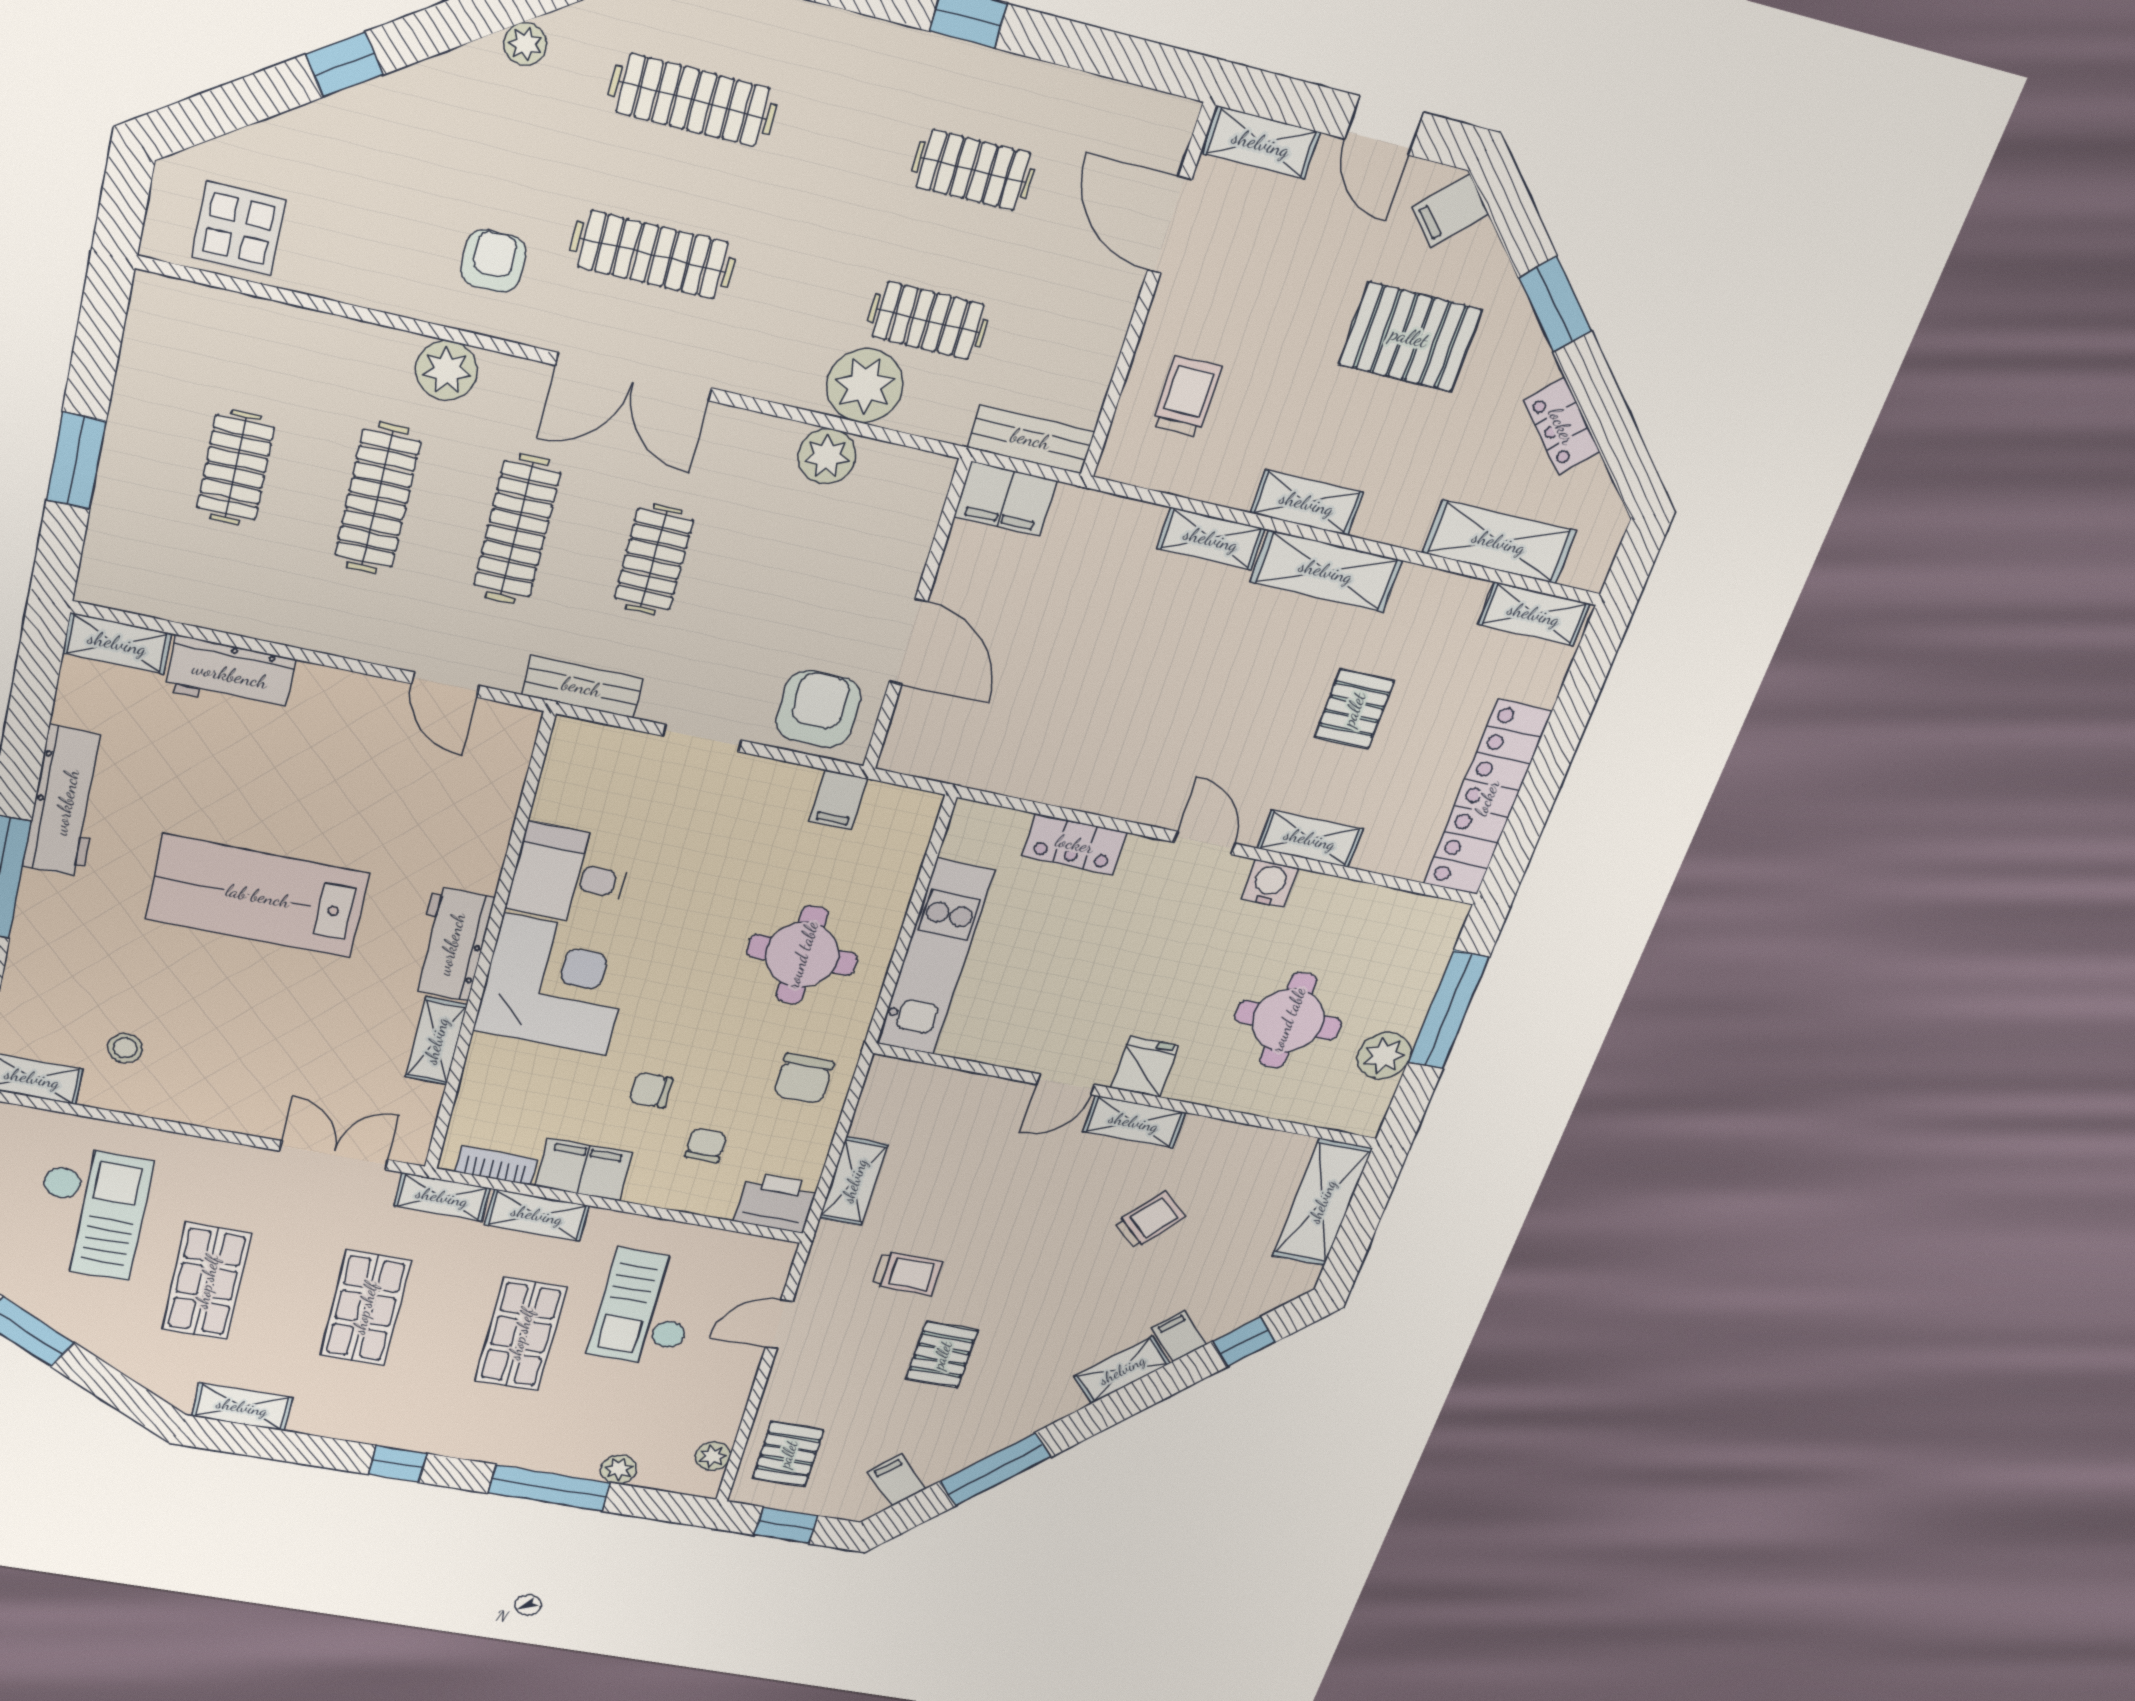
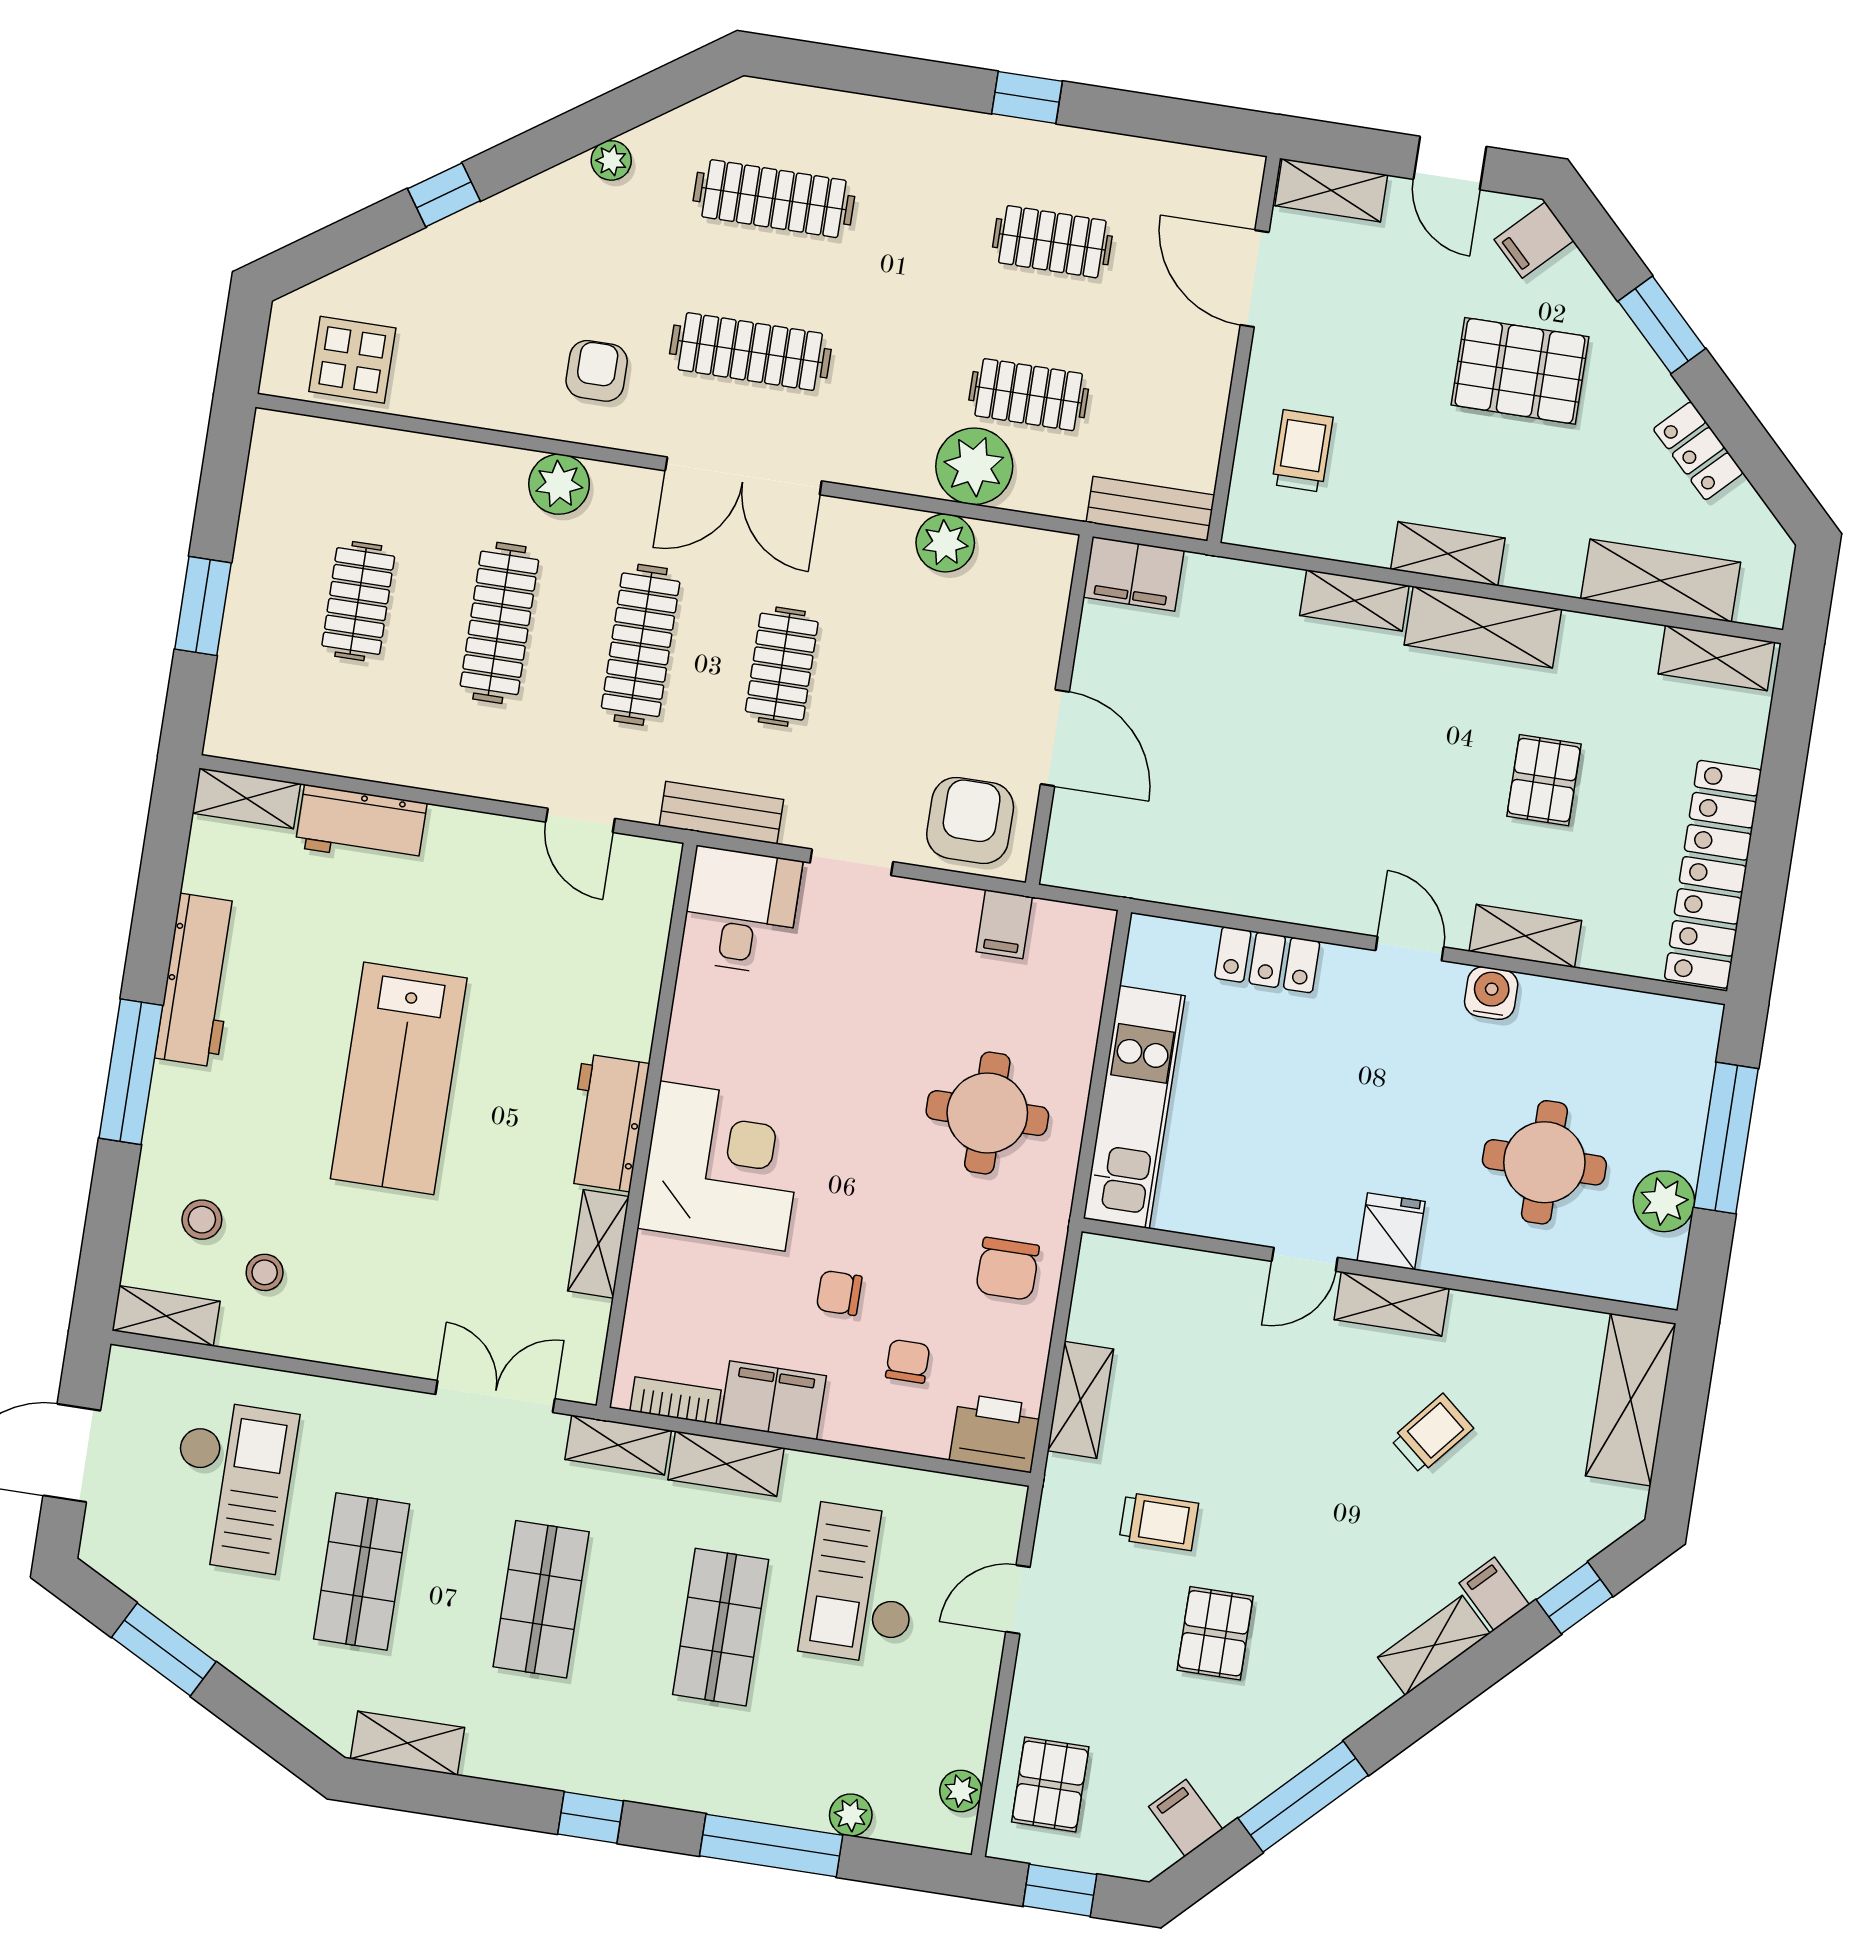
desk: (569, 875) -> (741, 911), moved, turned 90
lab bench: (258, 896) -> (399, 1078), turned -90
stool: (67, 1003) -> (202, 1220), added

